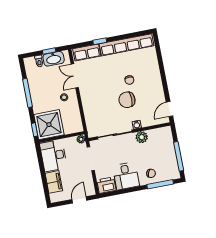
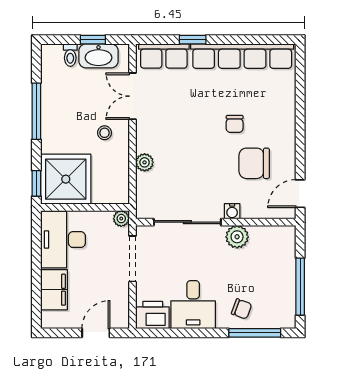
chair: (127, 100) -> (254, 163), moved
plant: (87, 108) -> (145, 162), added

